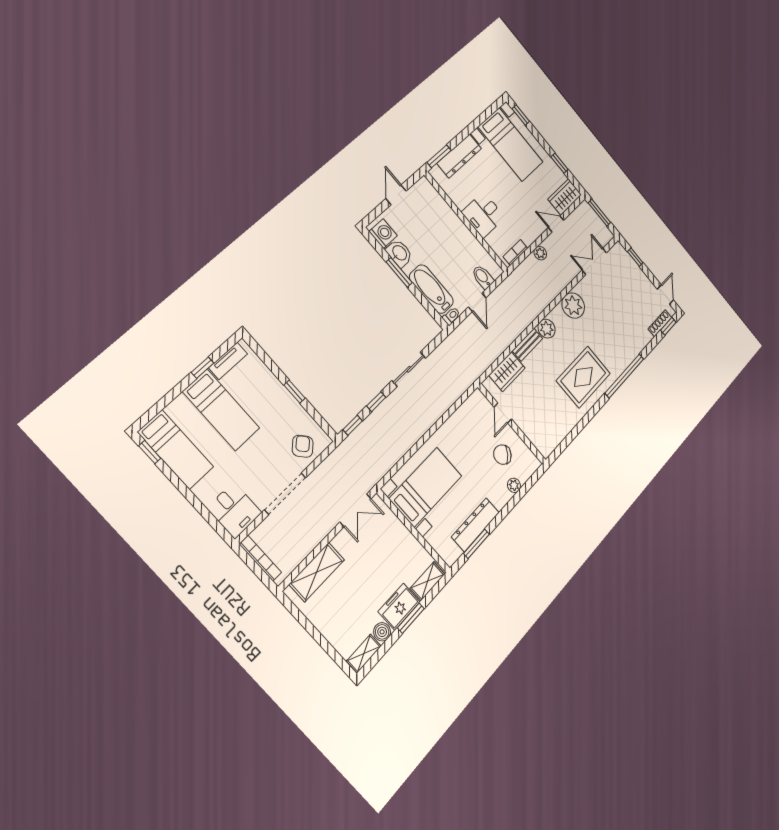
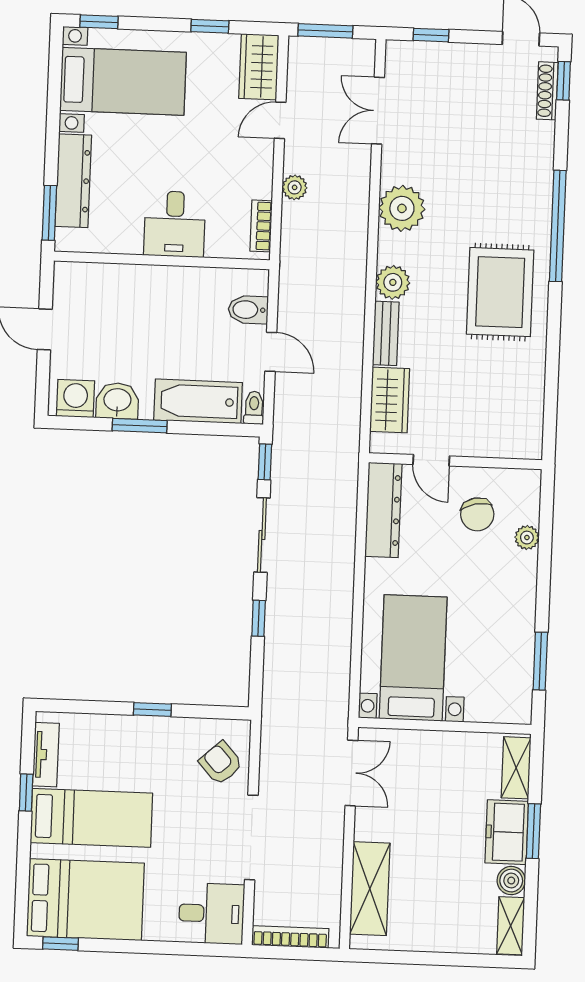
window: (353, 425) -> (265, 462), moved
bed: (176, 449) -> (85, 900), width x1.50
chair: (502, 455) -> (477, 514), turned -54
dresser: (475, 525) -> (383, 510), moved, turned 180

